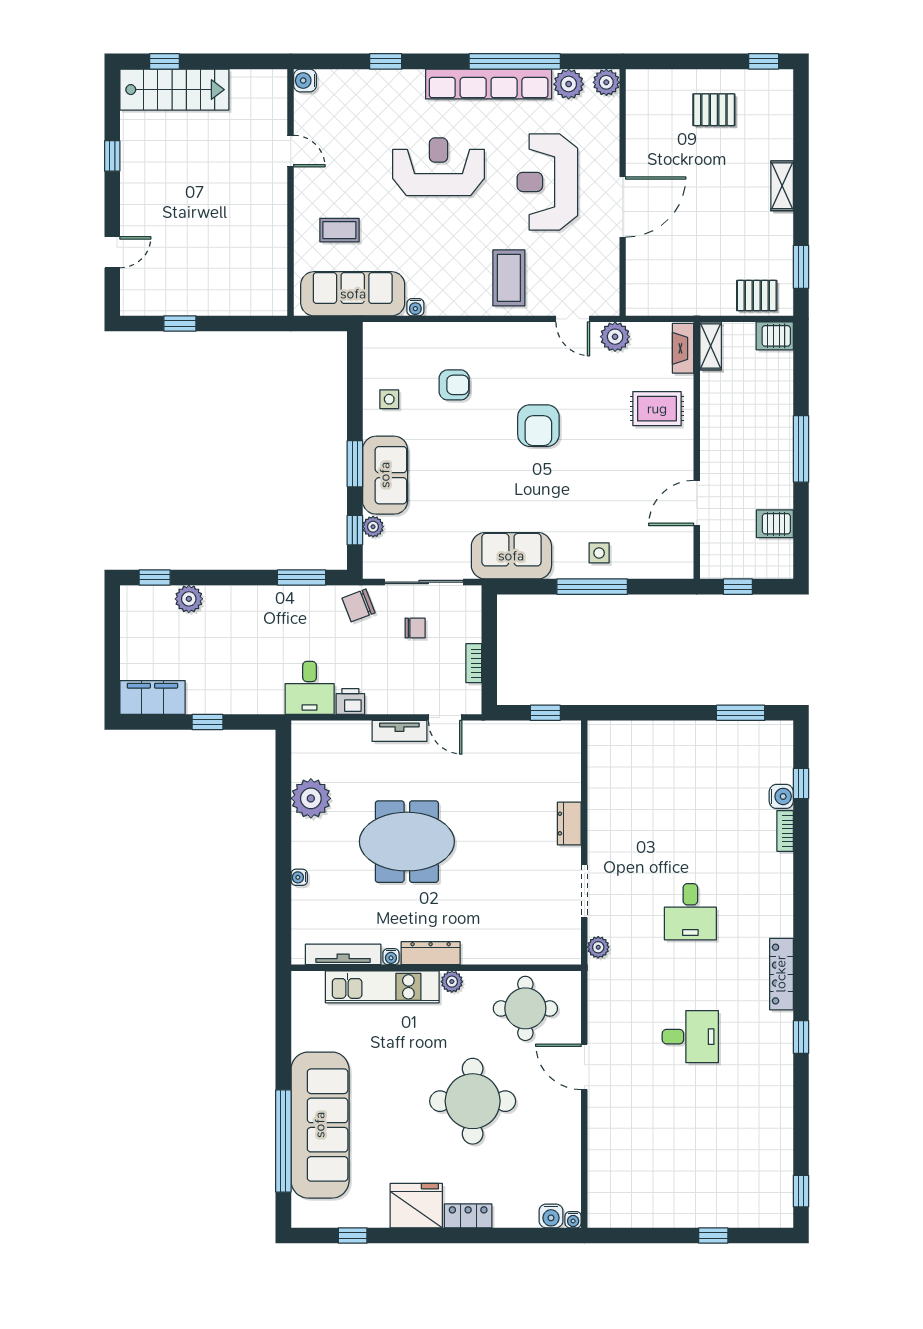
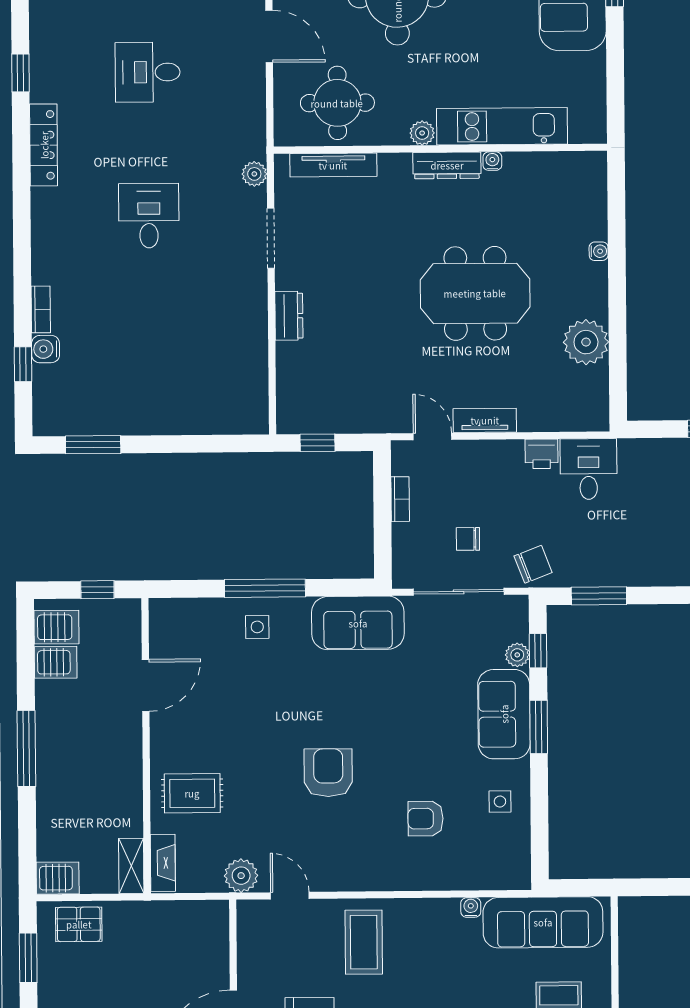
server rack: (774, 554) -> (56, 627), added
tv unit: (343, 954) -> (333, 165), moved

